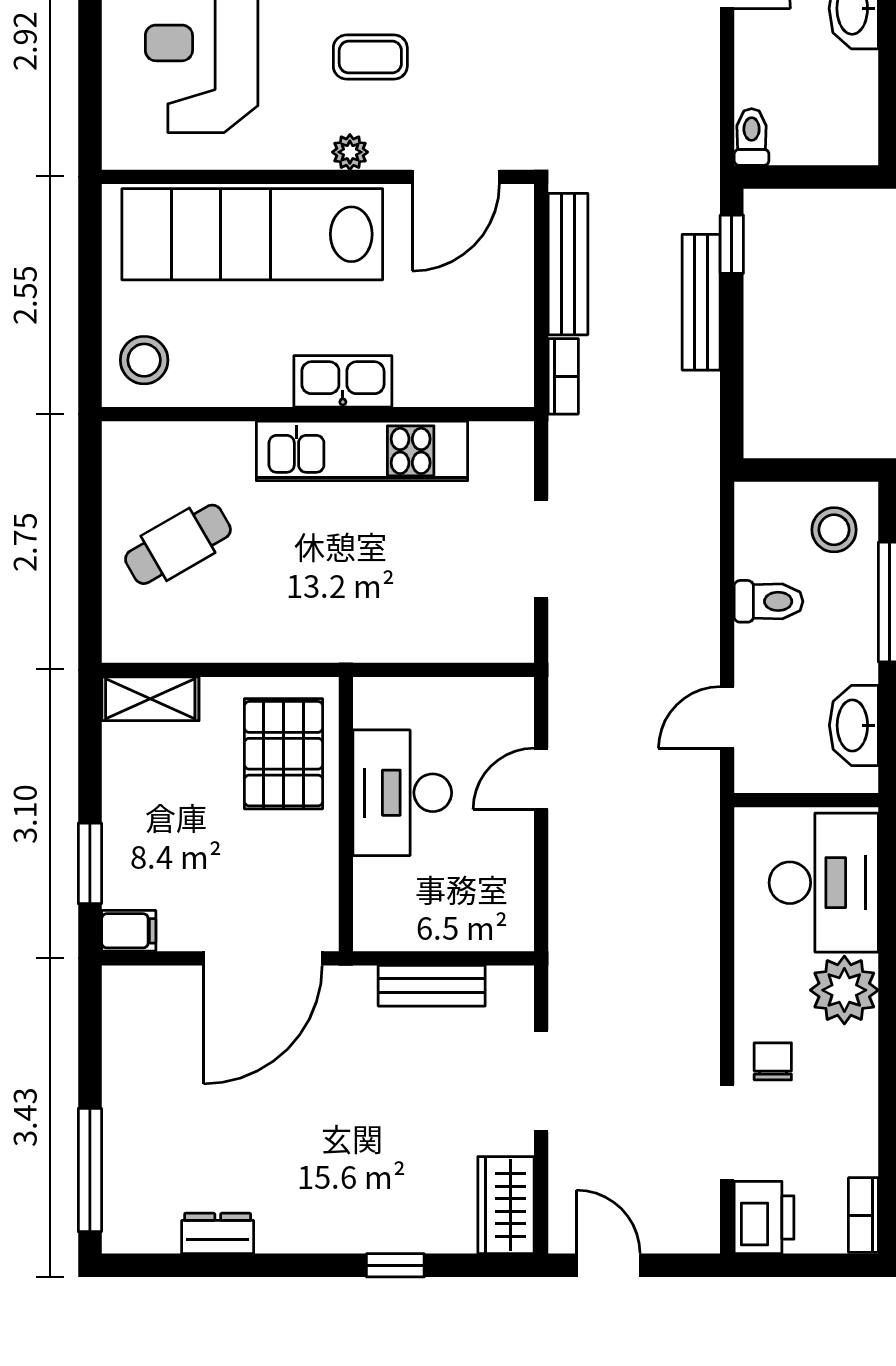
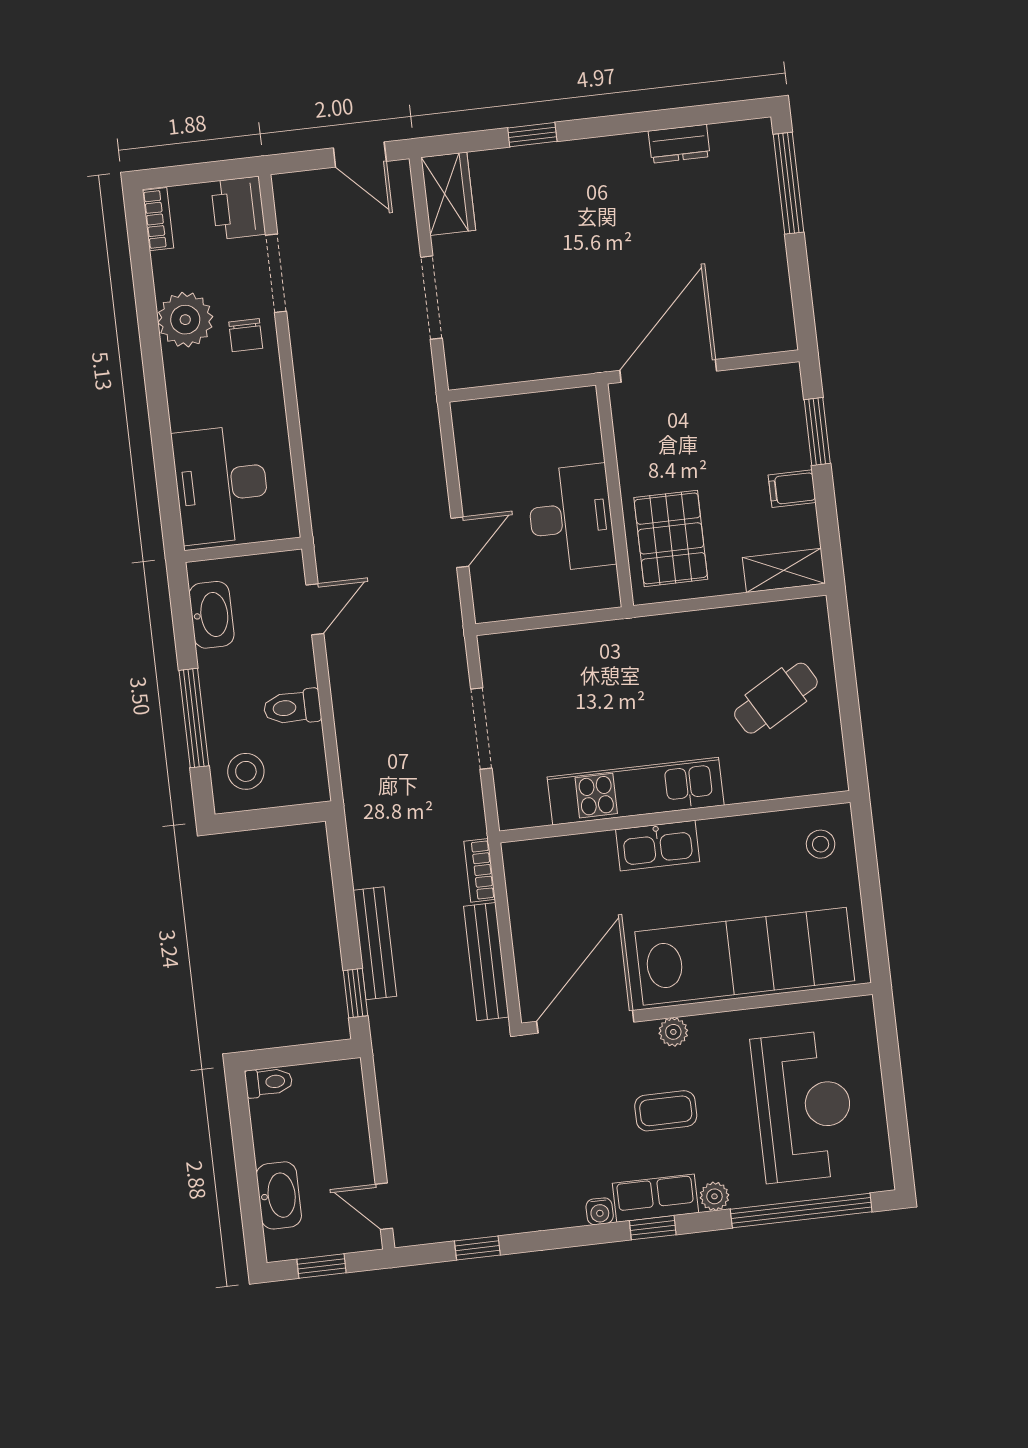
toilet: (752, 137) -> (269, 1082), moved, turned -90
door: (456, 177) -> (585, 1022), width x1.36
stool: (144, 360) -> (821, 844), width x0.73, depth x0.73
filing cabinet: (129, 931) -> (792, 489), moved
bench: (432, 986) -> (529, 364), removed
plant: (844, 990) -> (185, 320), moved

